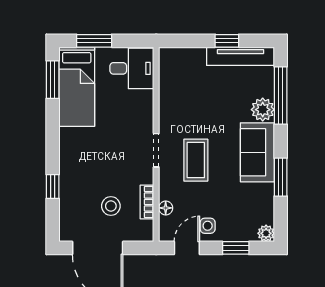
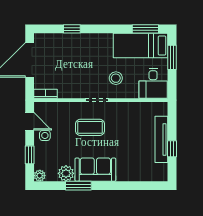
tv unit: (240, 56) -> (161, 139), moved
window: (281, 95) -> (134, 186), removed
plant: (263, 110) -> (66, 173), moved
bookcase: (147, 202) -> (46, 94), moved
stool: (111, 206) -> (116, 78), moved
floor lamp: (166, 208) -> (57, 107), removed

